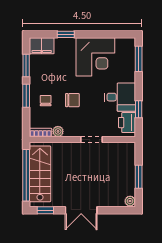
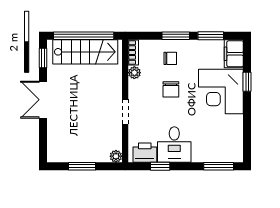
corner desk: (95, 57) -> (221, 91), moved
plant: (130, 201) -> (116, 156), moved

